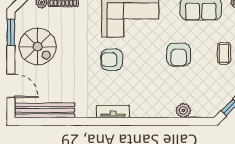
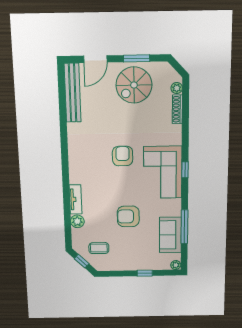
window: (11, 32) -> (137, 58), moved
coffee table: (224, 53) -> (99, 248), moved
tv unit: (113, 112) -> (75, 199), moved

